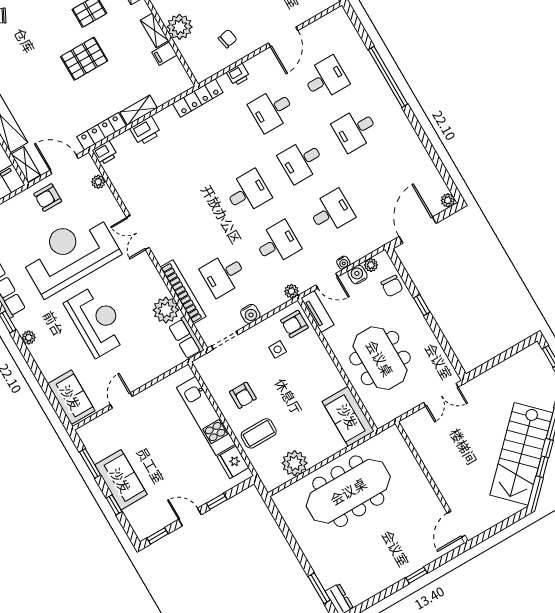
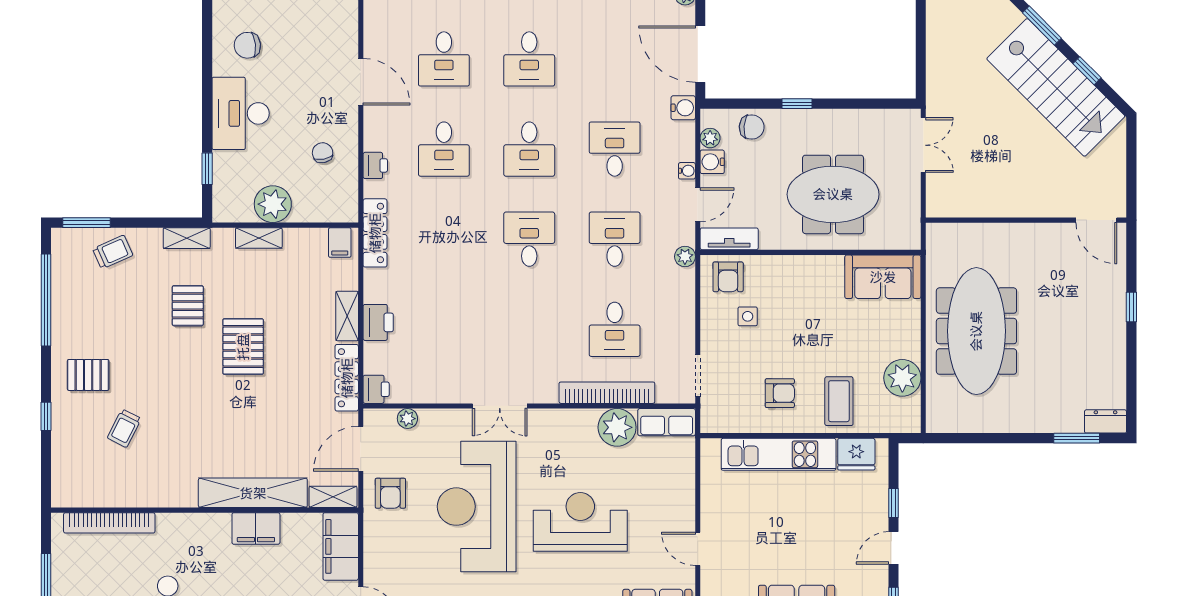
filing cabinet: (164, 54) -> (340, 243), moved
desk: (326, 79) -> (444, 59), turned 180
water cooler: (250, 314) -> (683, 108), moved

